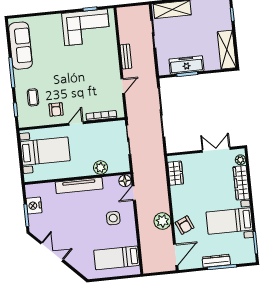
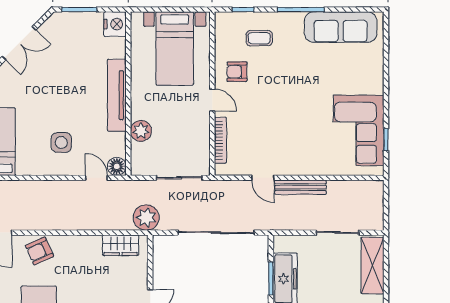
bench: (126, 57) -> (300, 187), width x1.36
nightstand: (34, 206) -> (115, 24), moved, turned 90
plant: (162, 221) -> (146, 218), moved

